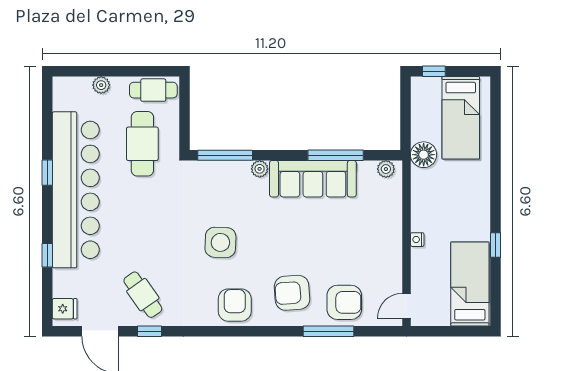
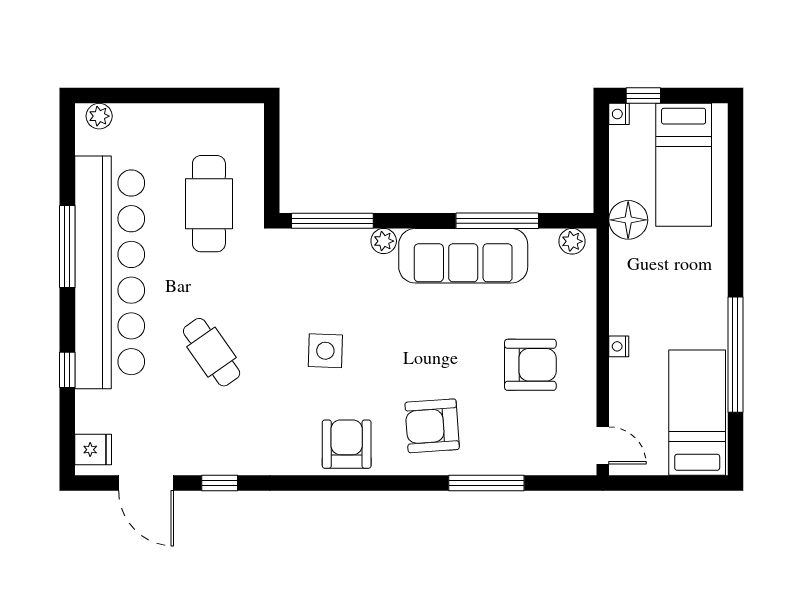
nightstand: (417, 84) -> (619, 114), added
plant: (101, 85) -> (99, 116), moved
cafe table: (153, 90) -> (225, 124), removed
window: (47, 173) -> (67, 247), width x2.17
side table: (220, 242) -> (325, 351), width x0.73, depth x0.73
window: (496, 245) -> (735, 355), width x3.17
cafe table: (143, 295) -> (212, 352), moved
armchair: (344, 302) -> (530, 365), moved
door: (406, 306) -> (603, 445), swing flipped

